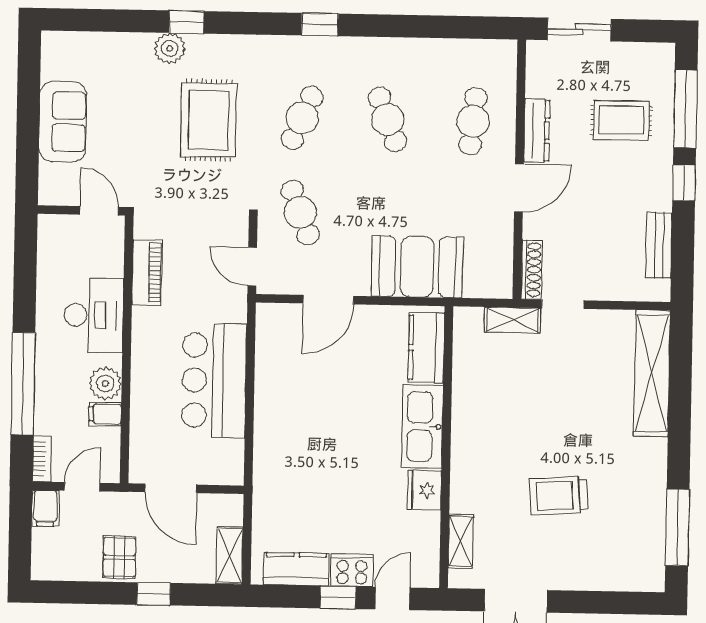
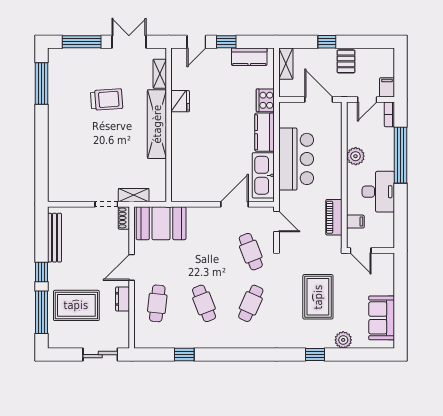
window: (320, 25) -> (184, 355), moved
plant: (170, 48) -> (343, 340), moved
rug: (208, 120) -> (318, 297), moved
rug: (621, 120) -> (76, 305), width x1.36, depth x1.43
sofa: (63, 122) -> (382, 318), moved
dresser: (537, 131) -> (122, 299), width x0.70
bench: (659, 245) -> (54, 238), width x1.36
booth: (417, 267) -> (161, 223), moved
shoe rack: (532, 270) -> (124, 218), width x0.70
desk: (94, 315) -> (378, 192), moved, turned 180
kitchen counter: (426, 348) -> (265, 132), moved, turned 180
shelving: (652, 373) -> (157, 124), moved
filing cabinet: (105, 414) -> (355, 222), moved
kitchen sink: (422, 427) -> (263, 175), moved, turned 180
cooker: (352, 570) -> (265, 100), moved, turned 90
window: (602, 602) -> (82, 42), added

